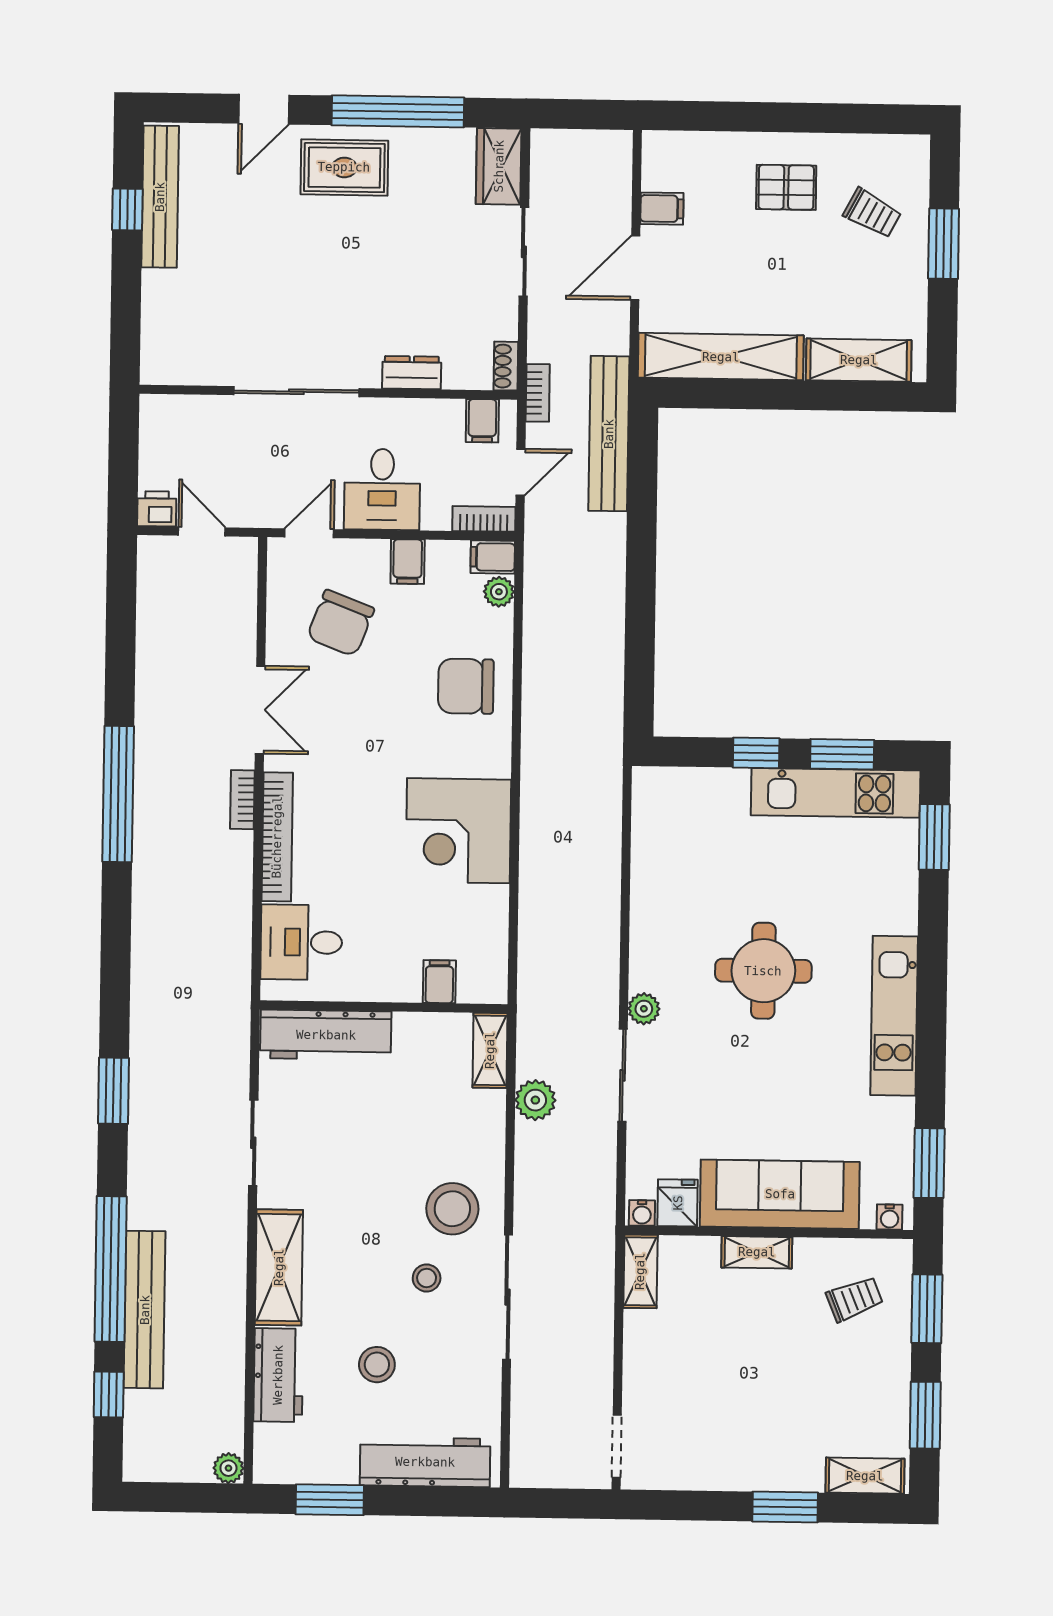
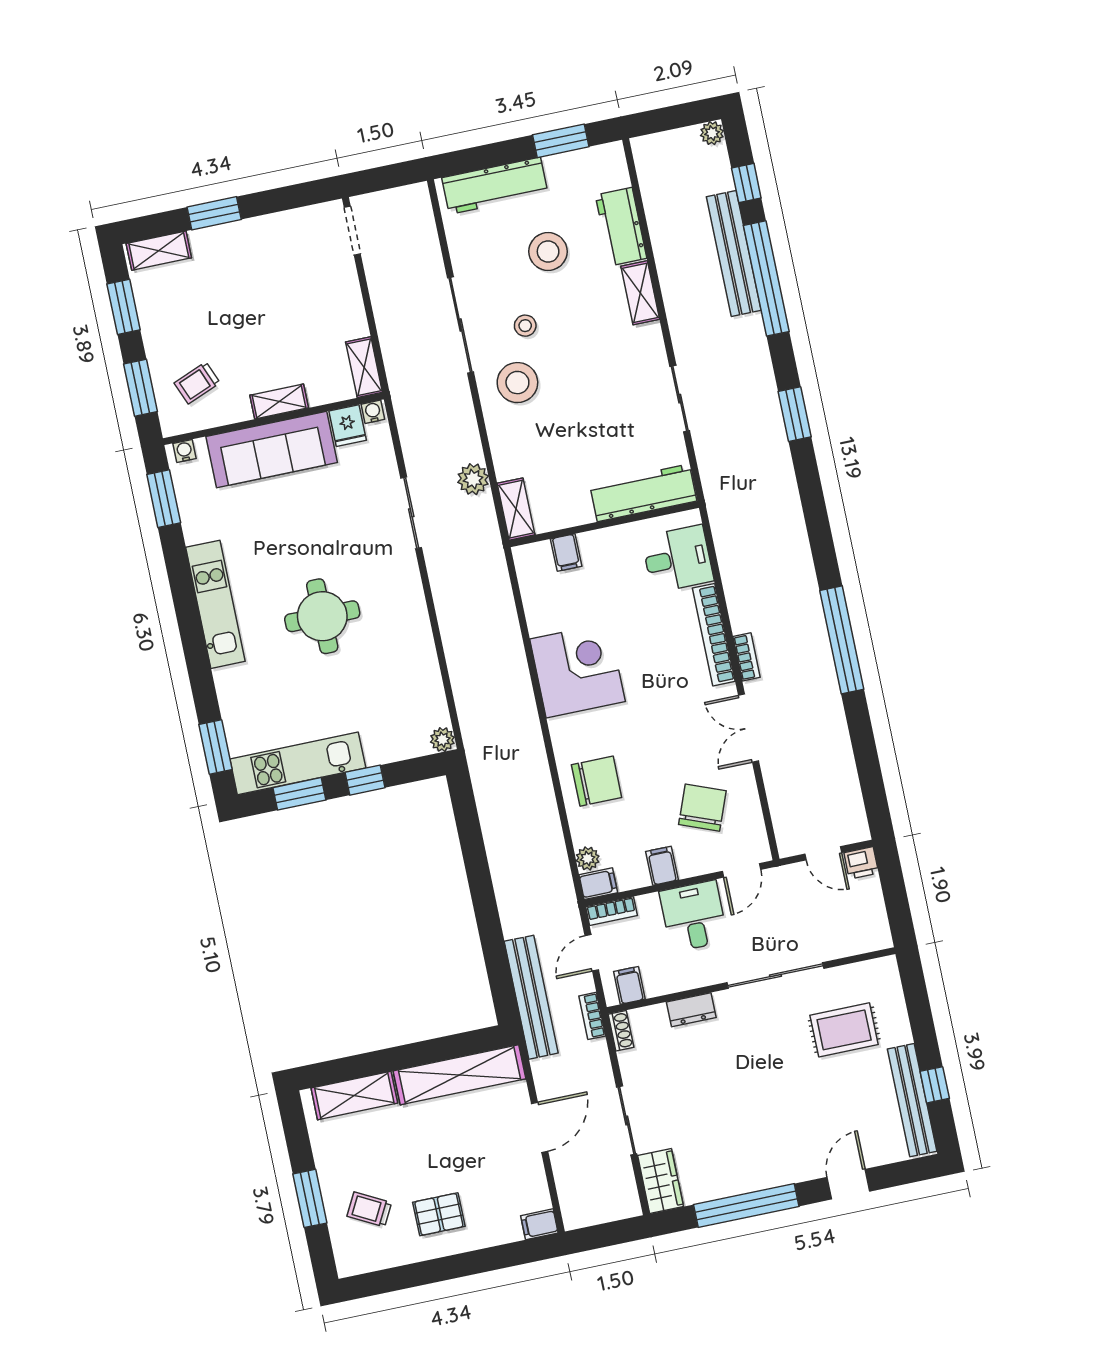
rug: (344, 167) -> (844, 1030), moved
filing cabinet: (662, 209) -> (539, 1224), moved
plant: (644, 1009) -> (442, 740), moved
shelving: (279, 1267) -> (640, 293), width x0.67, depth x0.75
stool: (377, 1365) -> (548, 251), width x1.38, depth x1.38
plant: (228, 1468) -> (712, 133), moved

